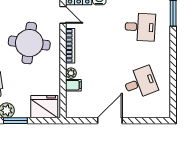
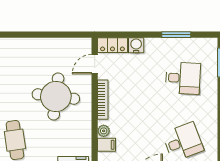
door: (63, 15) -> (95, 64), swing flipped

